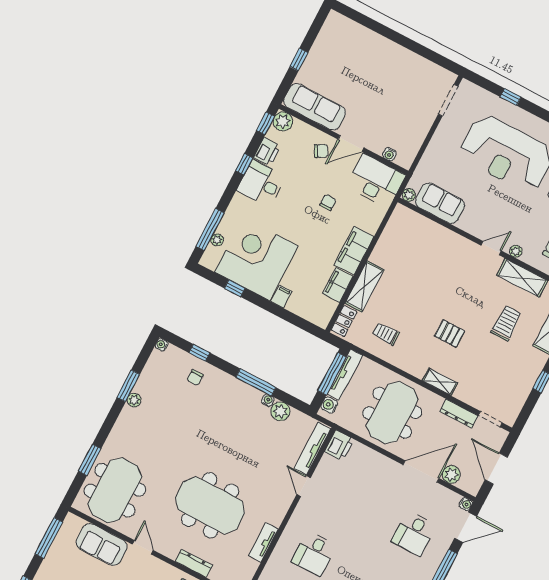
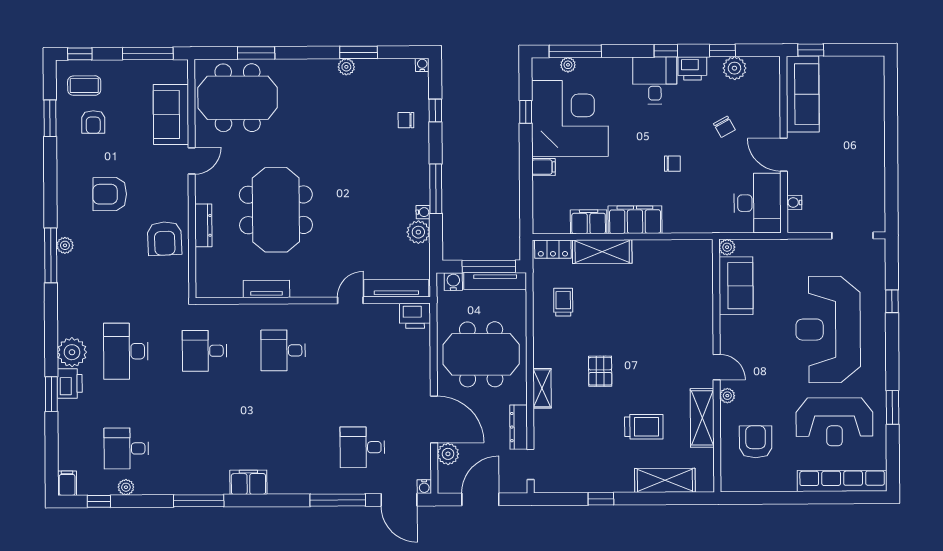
sofa: (315, 107) -> (803, 94), moved
wall: (344, 140) -> (784, 144), moved
door: (351, 144) -> (784, 155), moved
water cooler: (389, 154) -> (794, 202), moved
desk: (376, 181) -> (758, 203), moved

